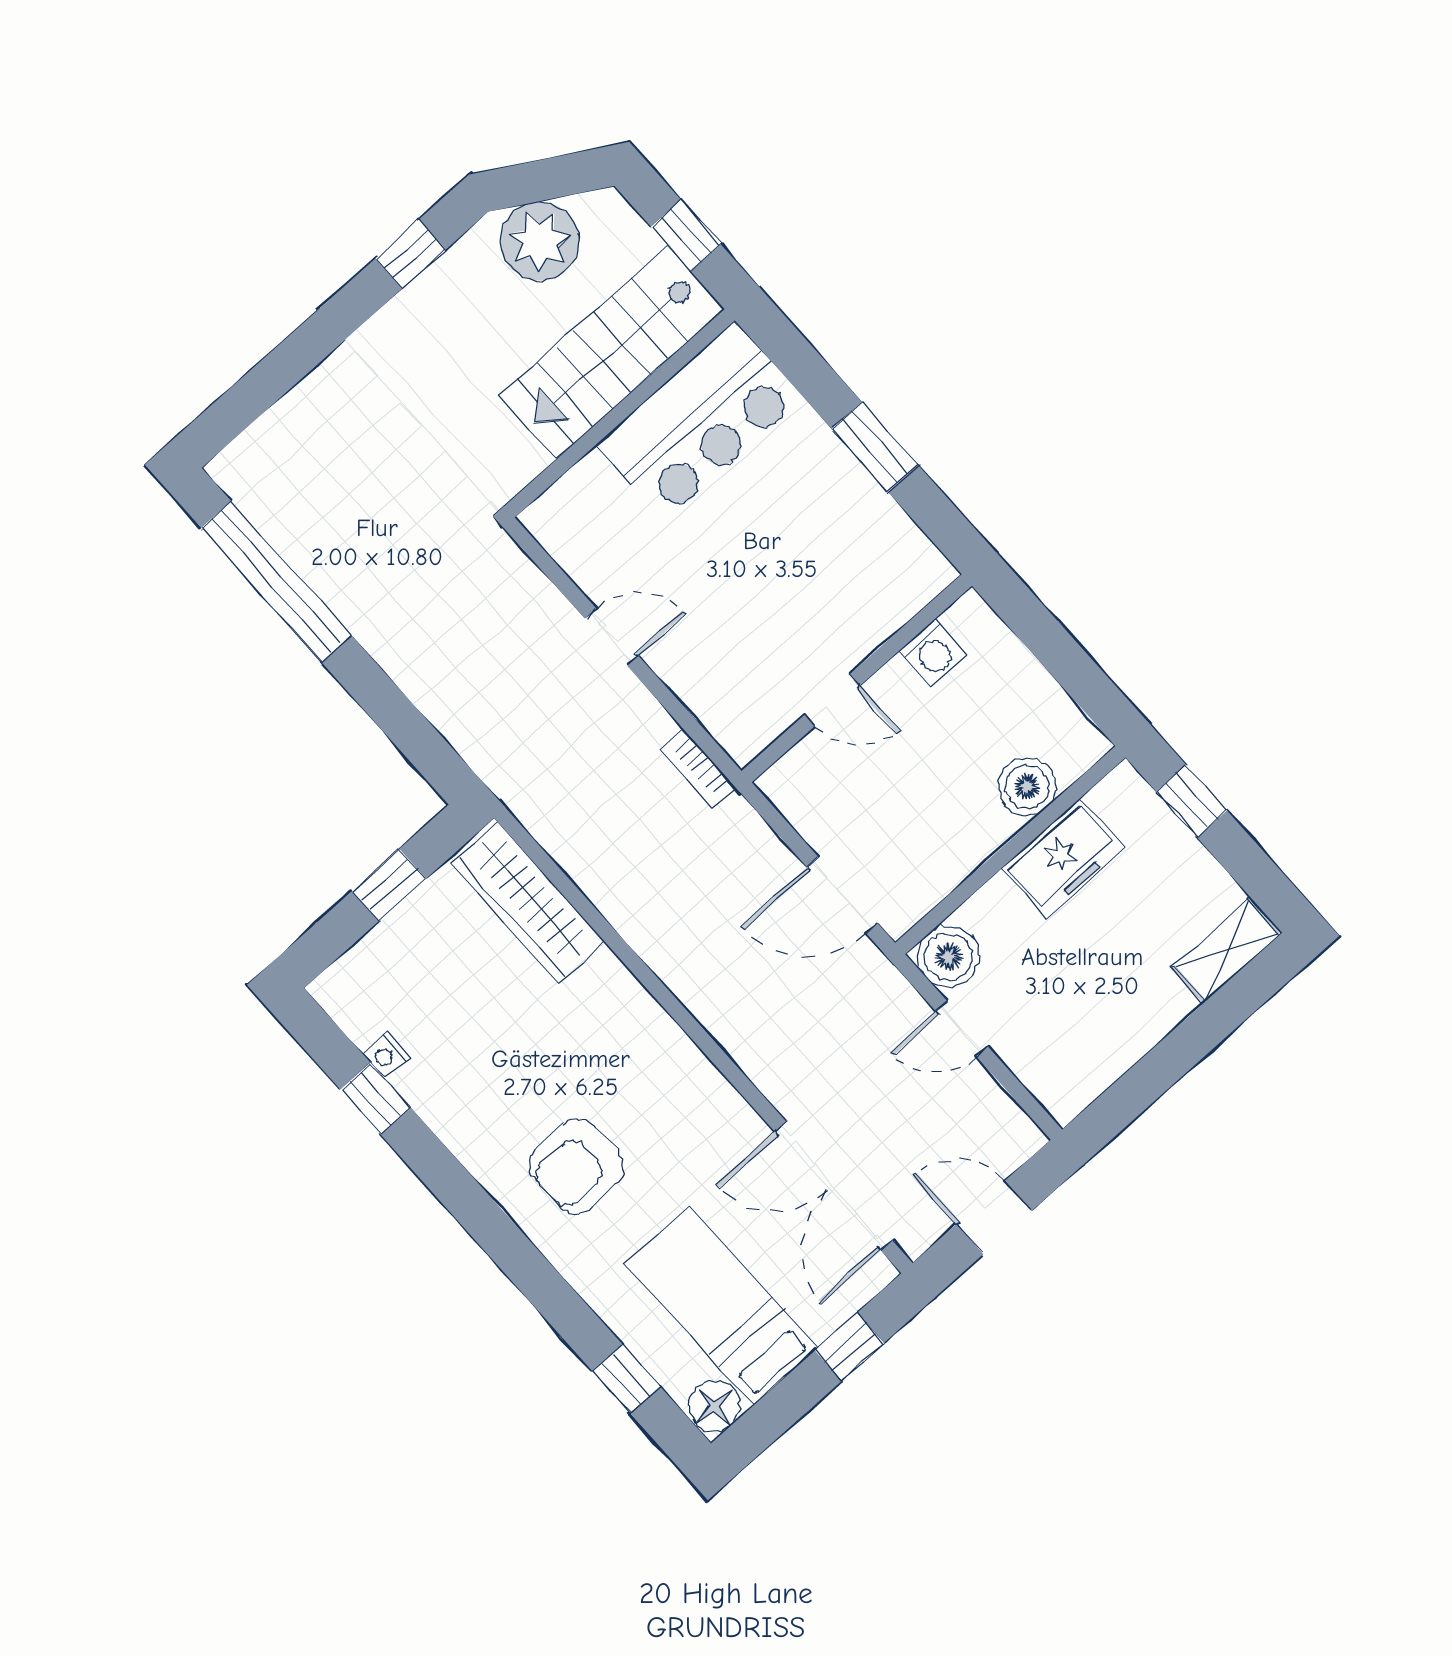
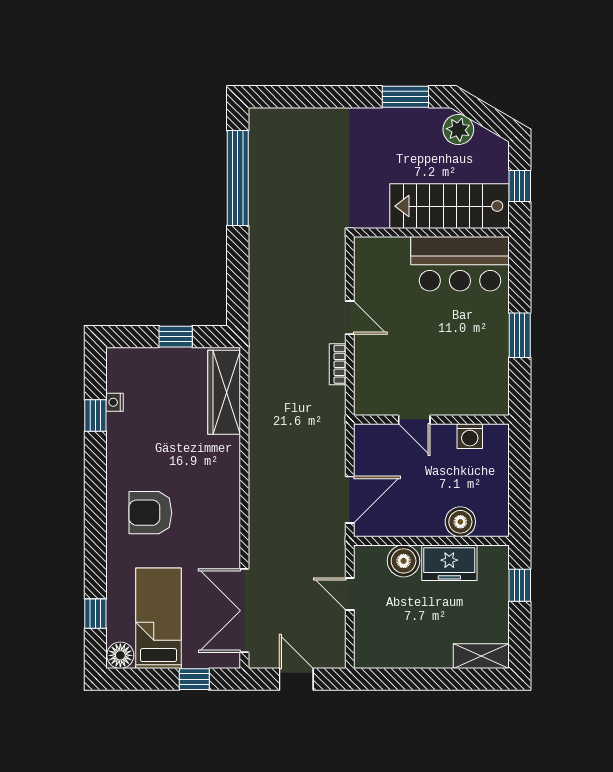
plant: (540, 241) -> (458, 129), width x0.73, depth x0.73
window: (411, 254) -> (405, 97), width x1.50
bookcase: (698, 768) -> (338, 364), moved
door: (842, 895) -> (350, 500), swing flipped
boiler: (948, 957) -> (404, 561), moved

